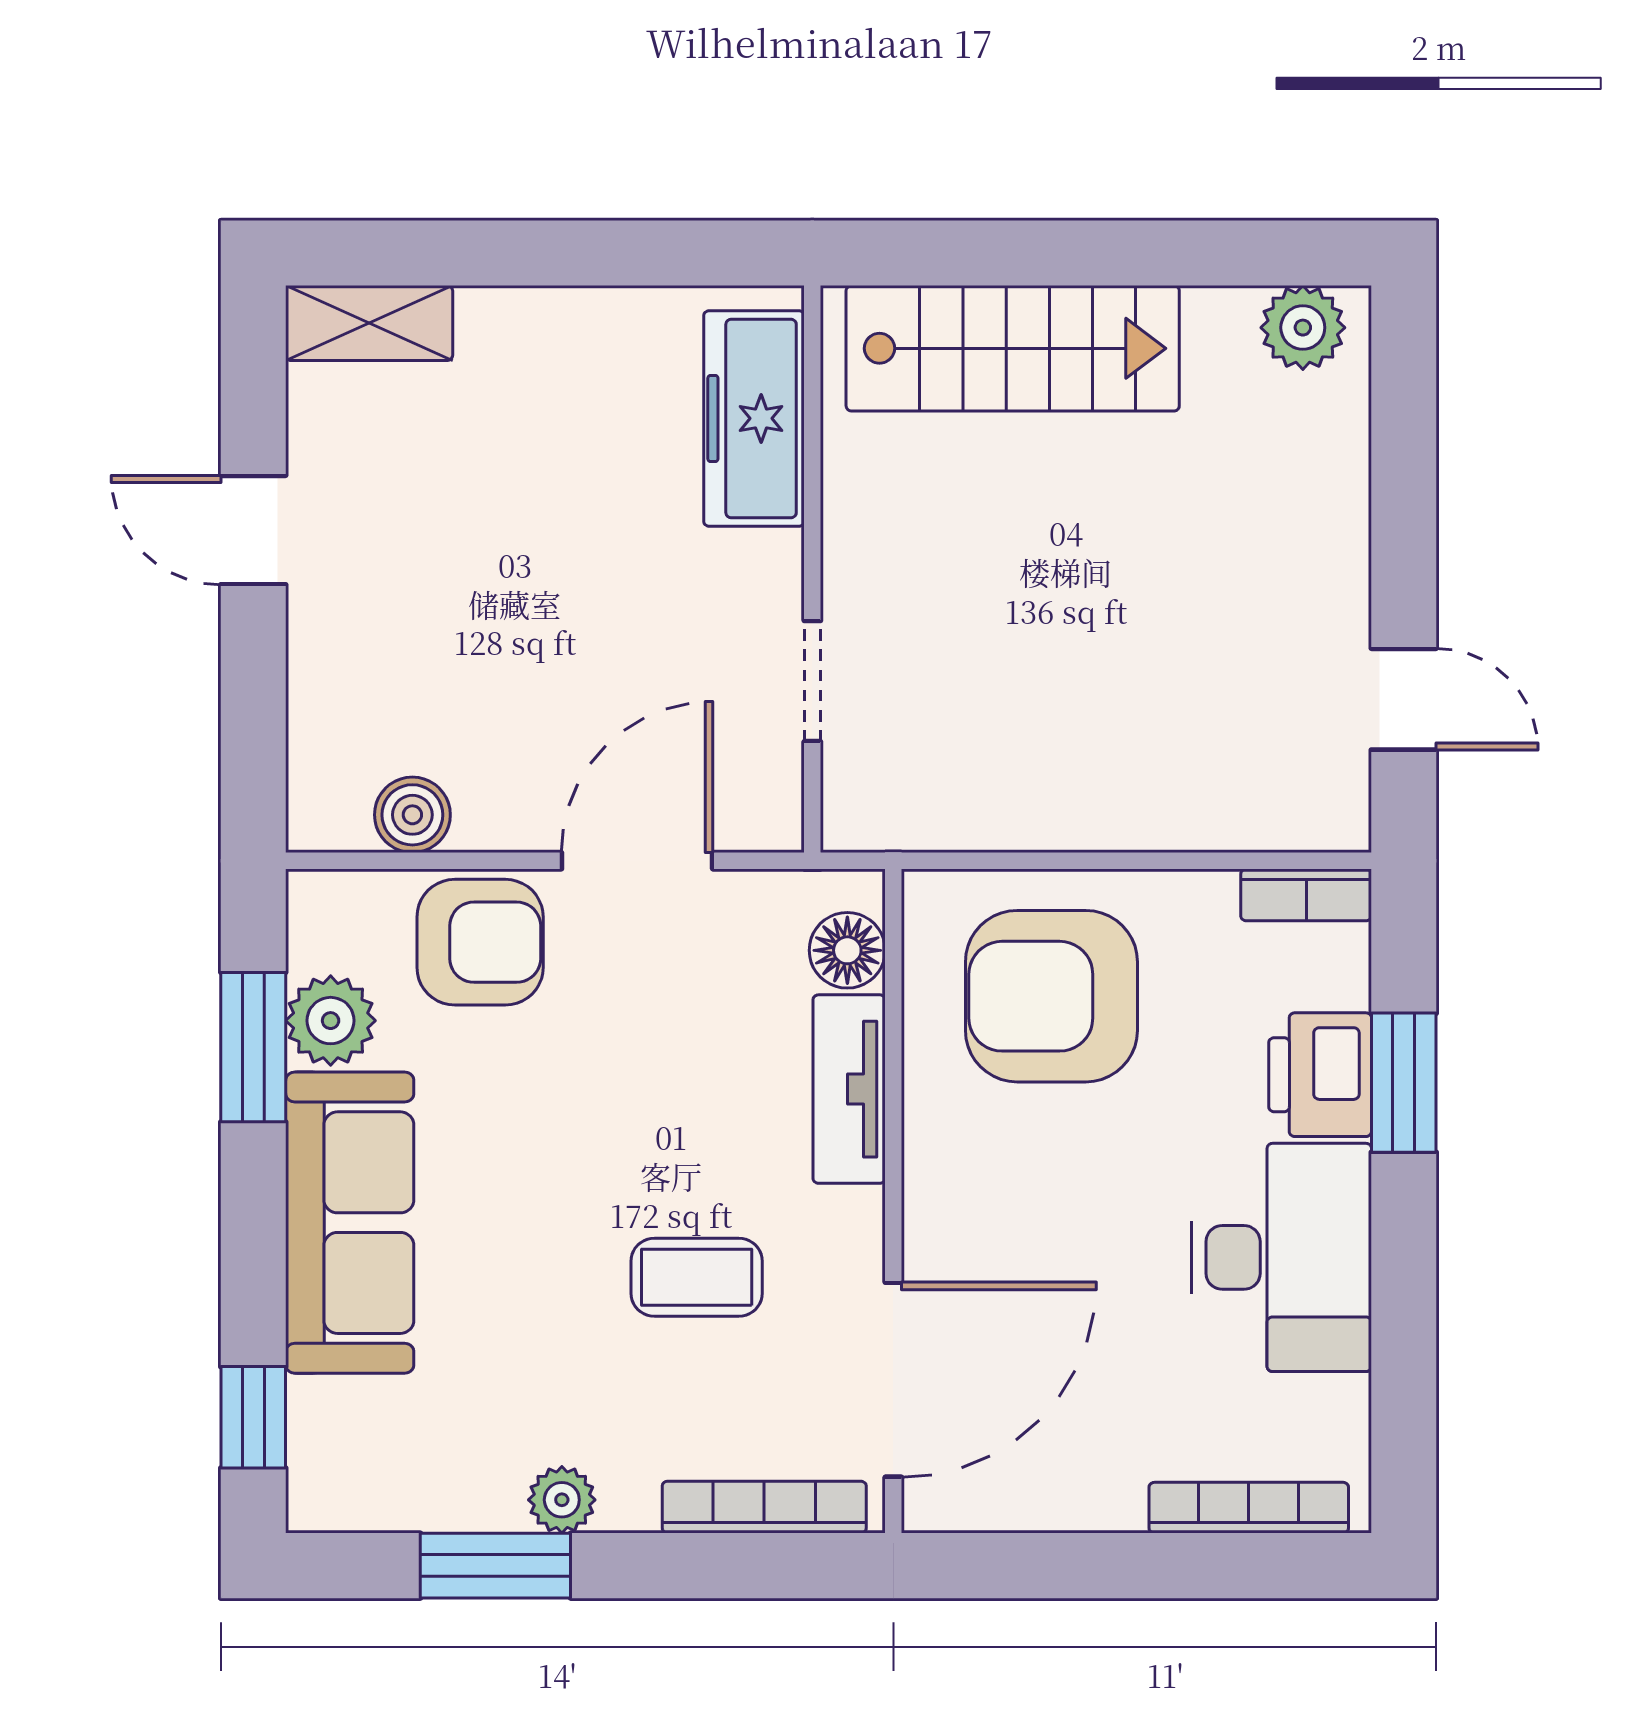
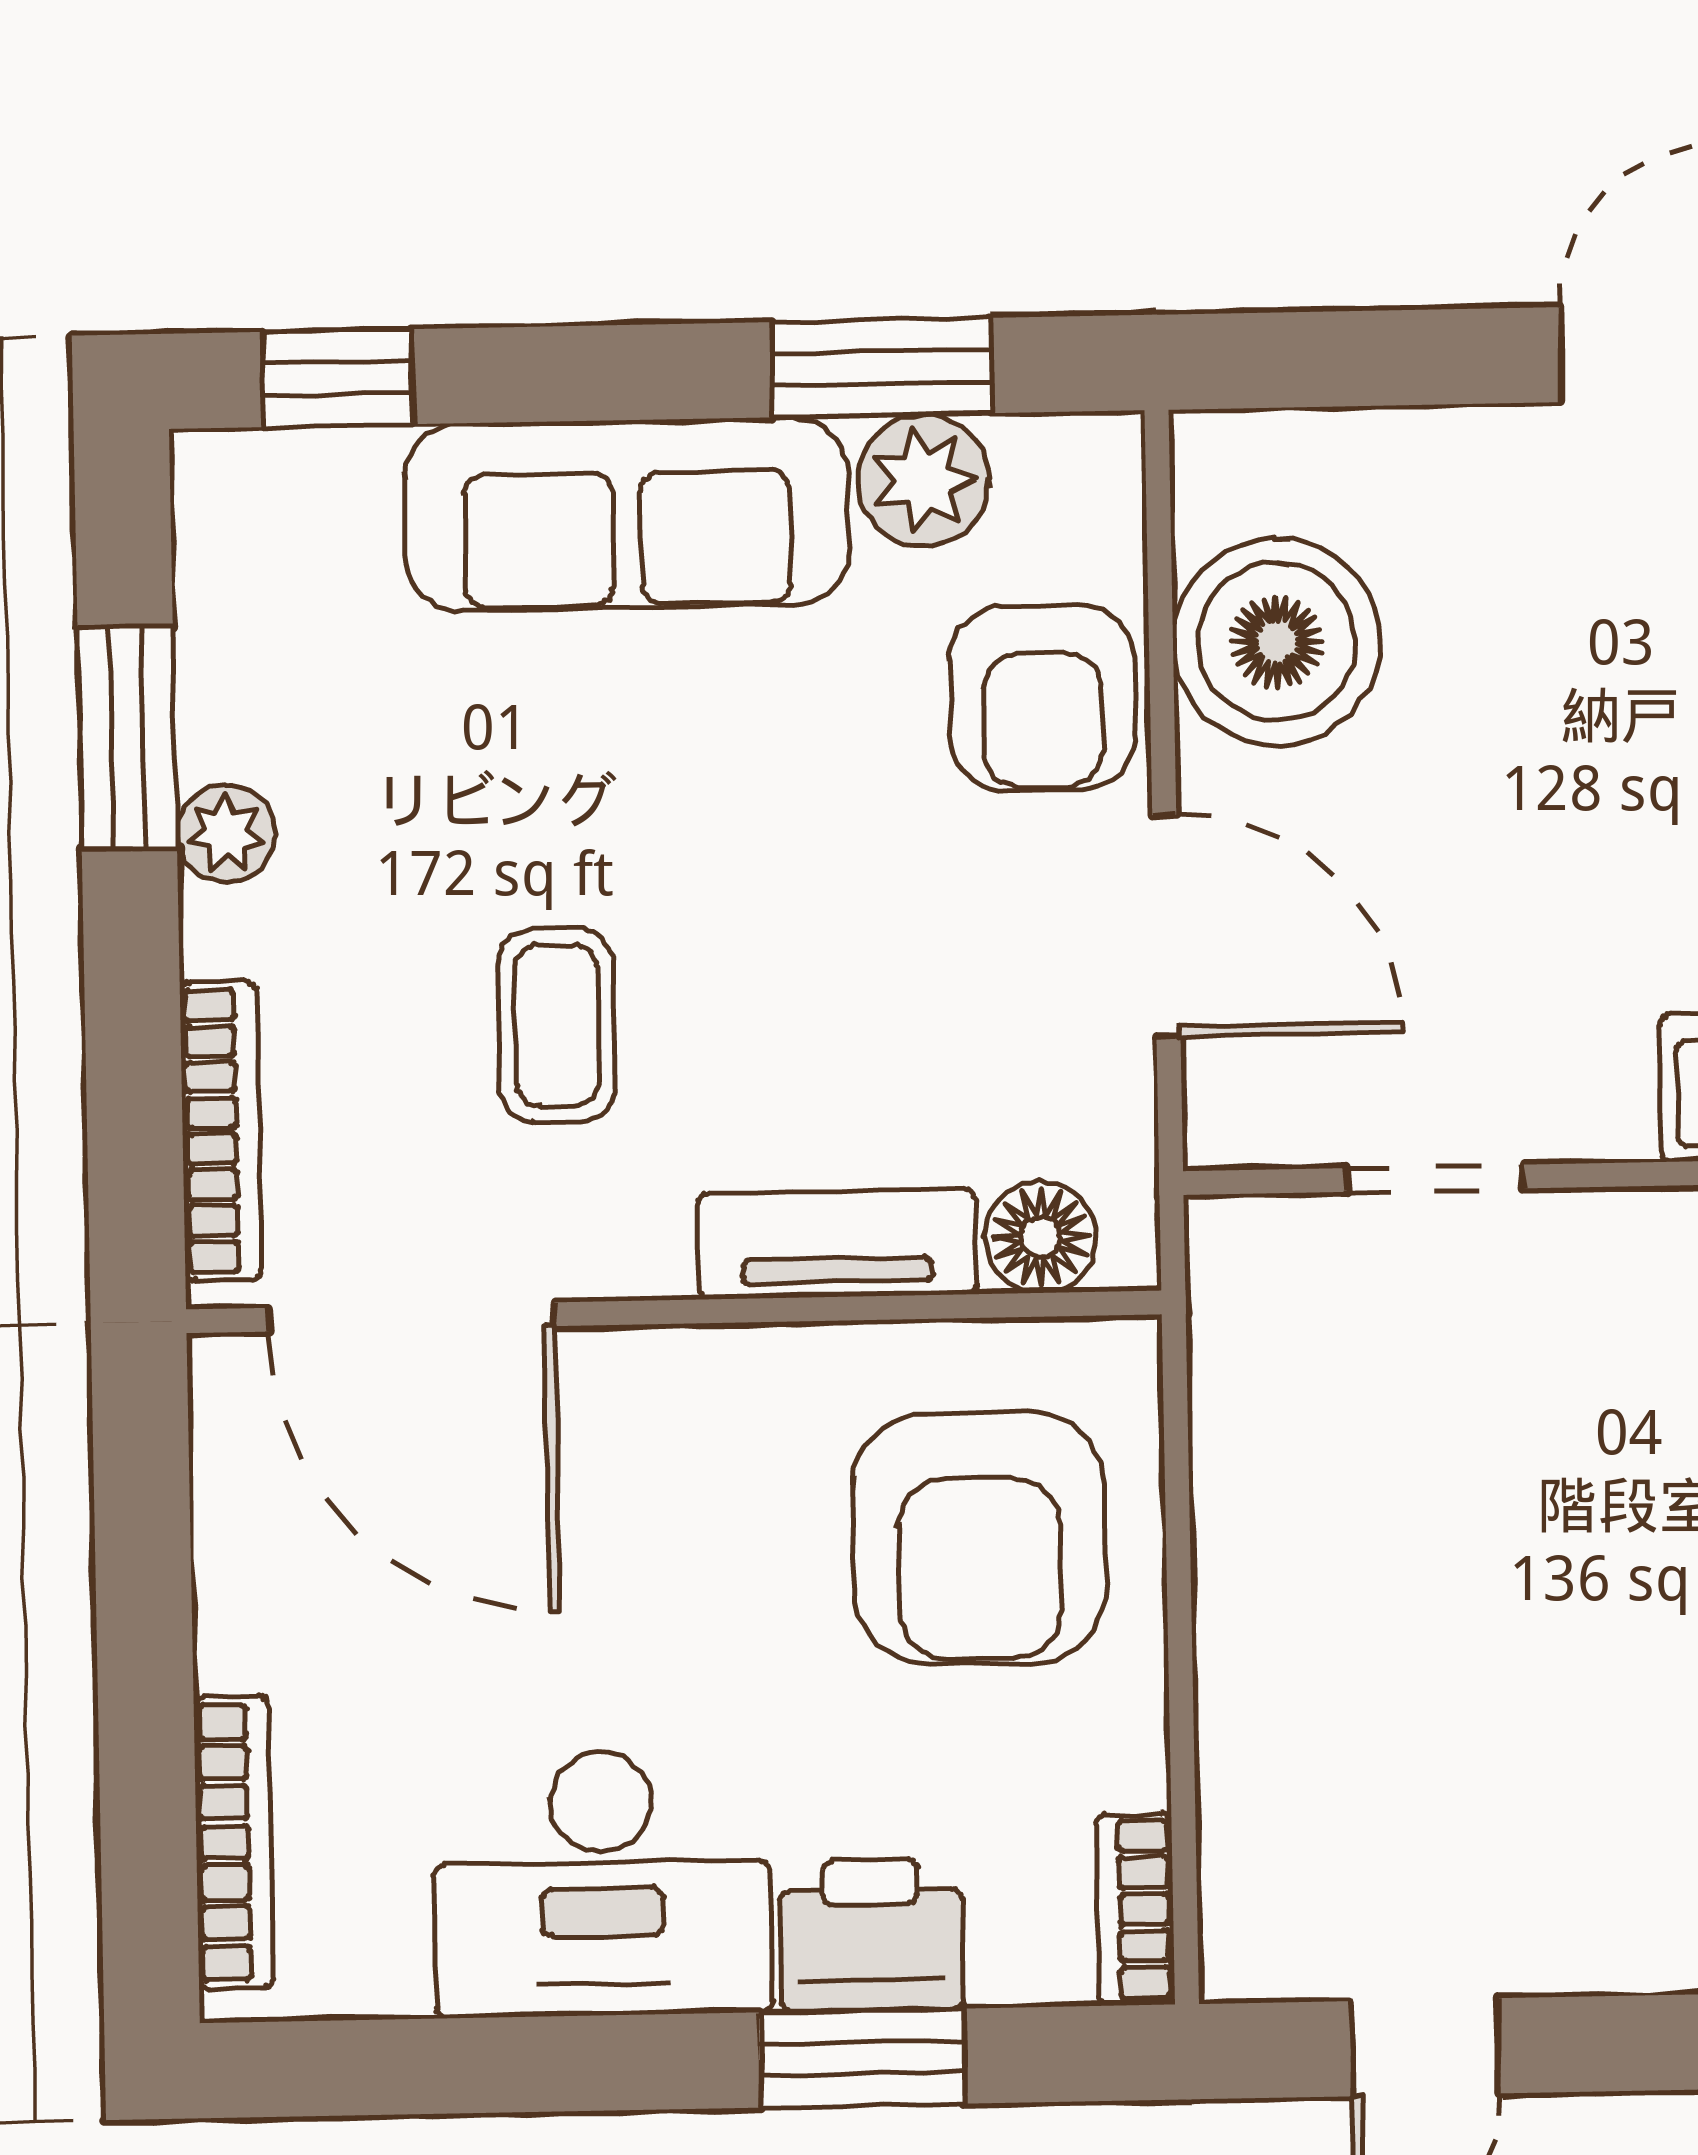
boiler: (412, 815) -> (1276, 642), width x1.86, depth x1.86
armchair: (1051, 996) -> (979, 1538), turned 180

